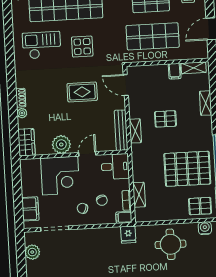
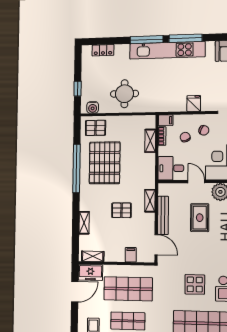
freezer: (195, 51) -> (90, 272), added
filing cabinet: (175, 71) -> (131, 255), moved
rug: (82, 92) -> (200, 218), moved, turned 90
bench: (121, 130) -> (163, 215), moved
door: (87, 154) -> (196, 182), swing flipped
pallet: (187, 169) -> (105, 163), turned 90
fridge: (128, 235) -> (194, 103), moved

